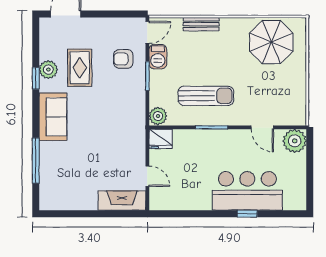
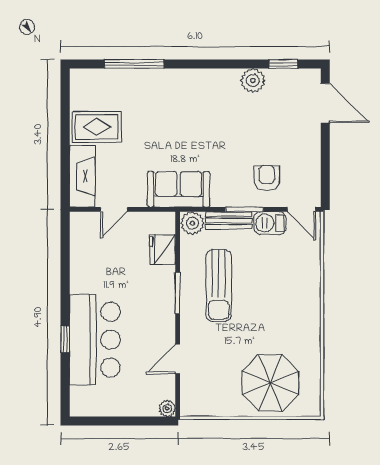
bench: (201, 24) -> (229, 221), moved, turned 90
parasol: (271, 42) -> (270, 383), moved
rug: (80, 68) -> (97, 127), moved
window: (36, 78) -> (283, 64), moved
sofa: (53, 117) -> (179, 189), moved, turned 180
fridge: (161, 139) -> (162, 249), moved
plant: (295, 141) -> (167, 408), width x0.53, depth x0.53

